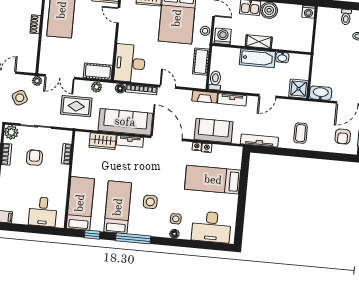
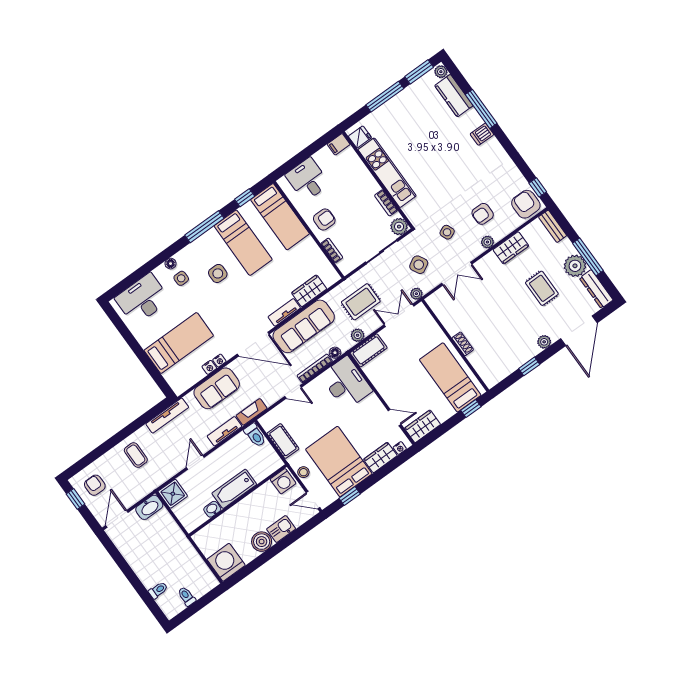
washing machine: (309, 12) -> (226, 562), width x1.89, depth x1.89
shelving: (259, 42) -> (246, 505), removed
armchair: (34, 158) -> (324, 220), moved, turned -90

